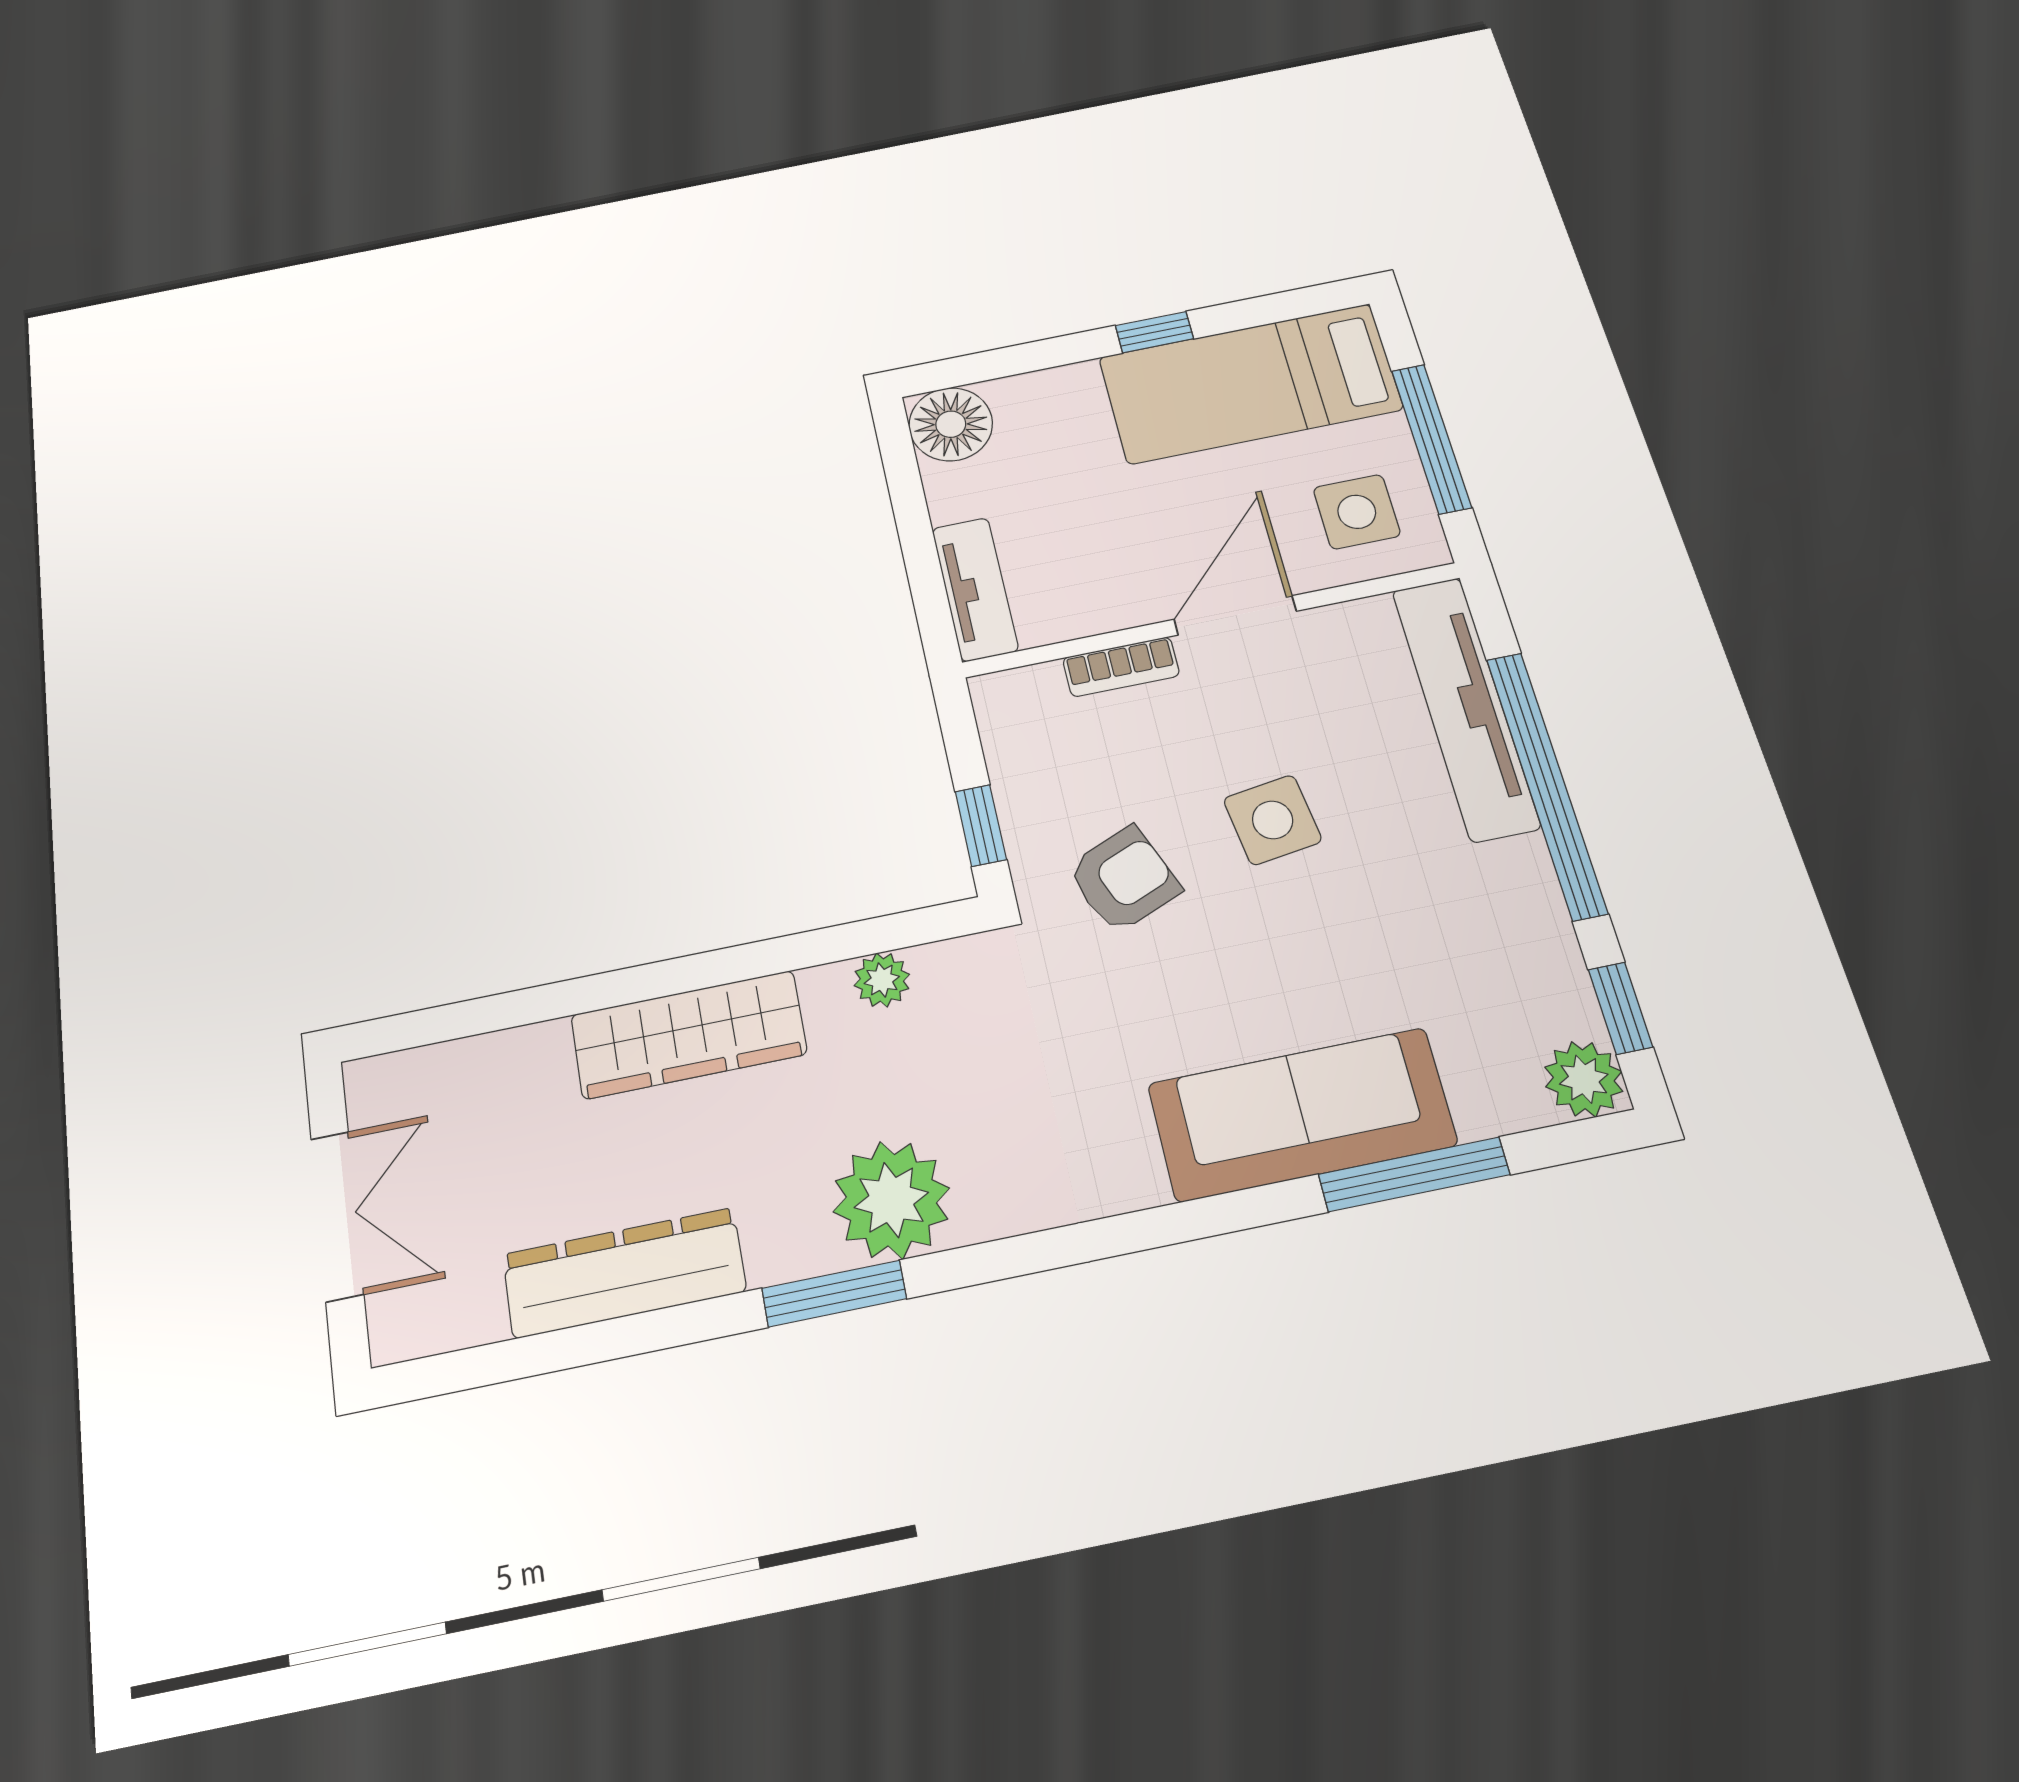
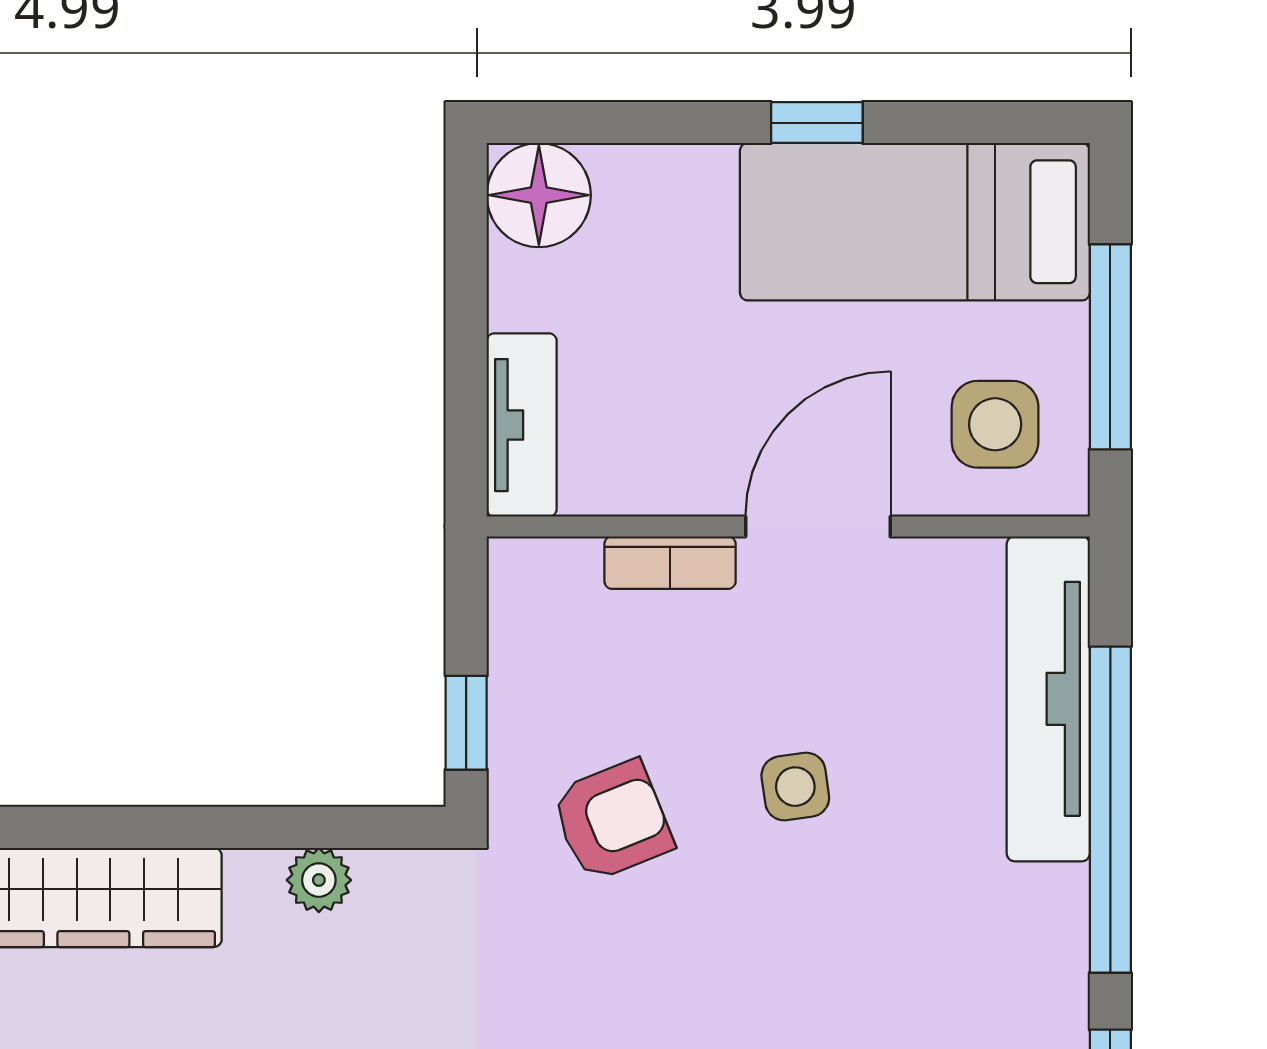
side table: (1273, 820) -> (795, 787), width x0.73, depth x0.73

